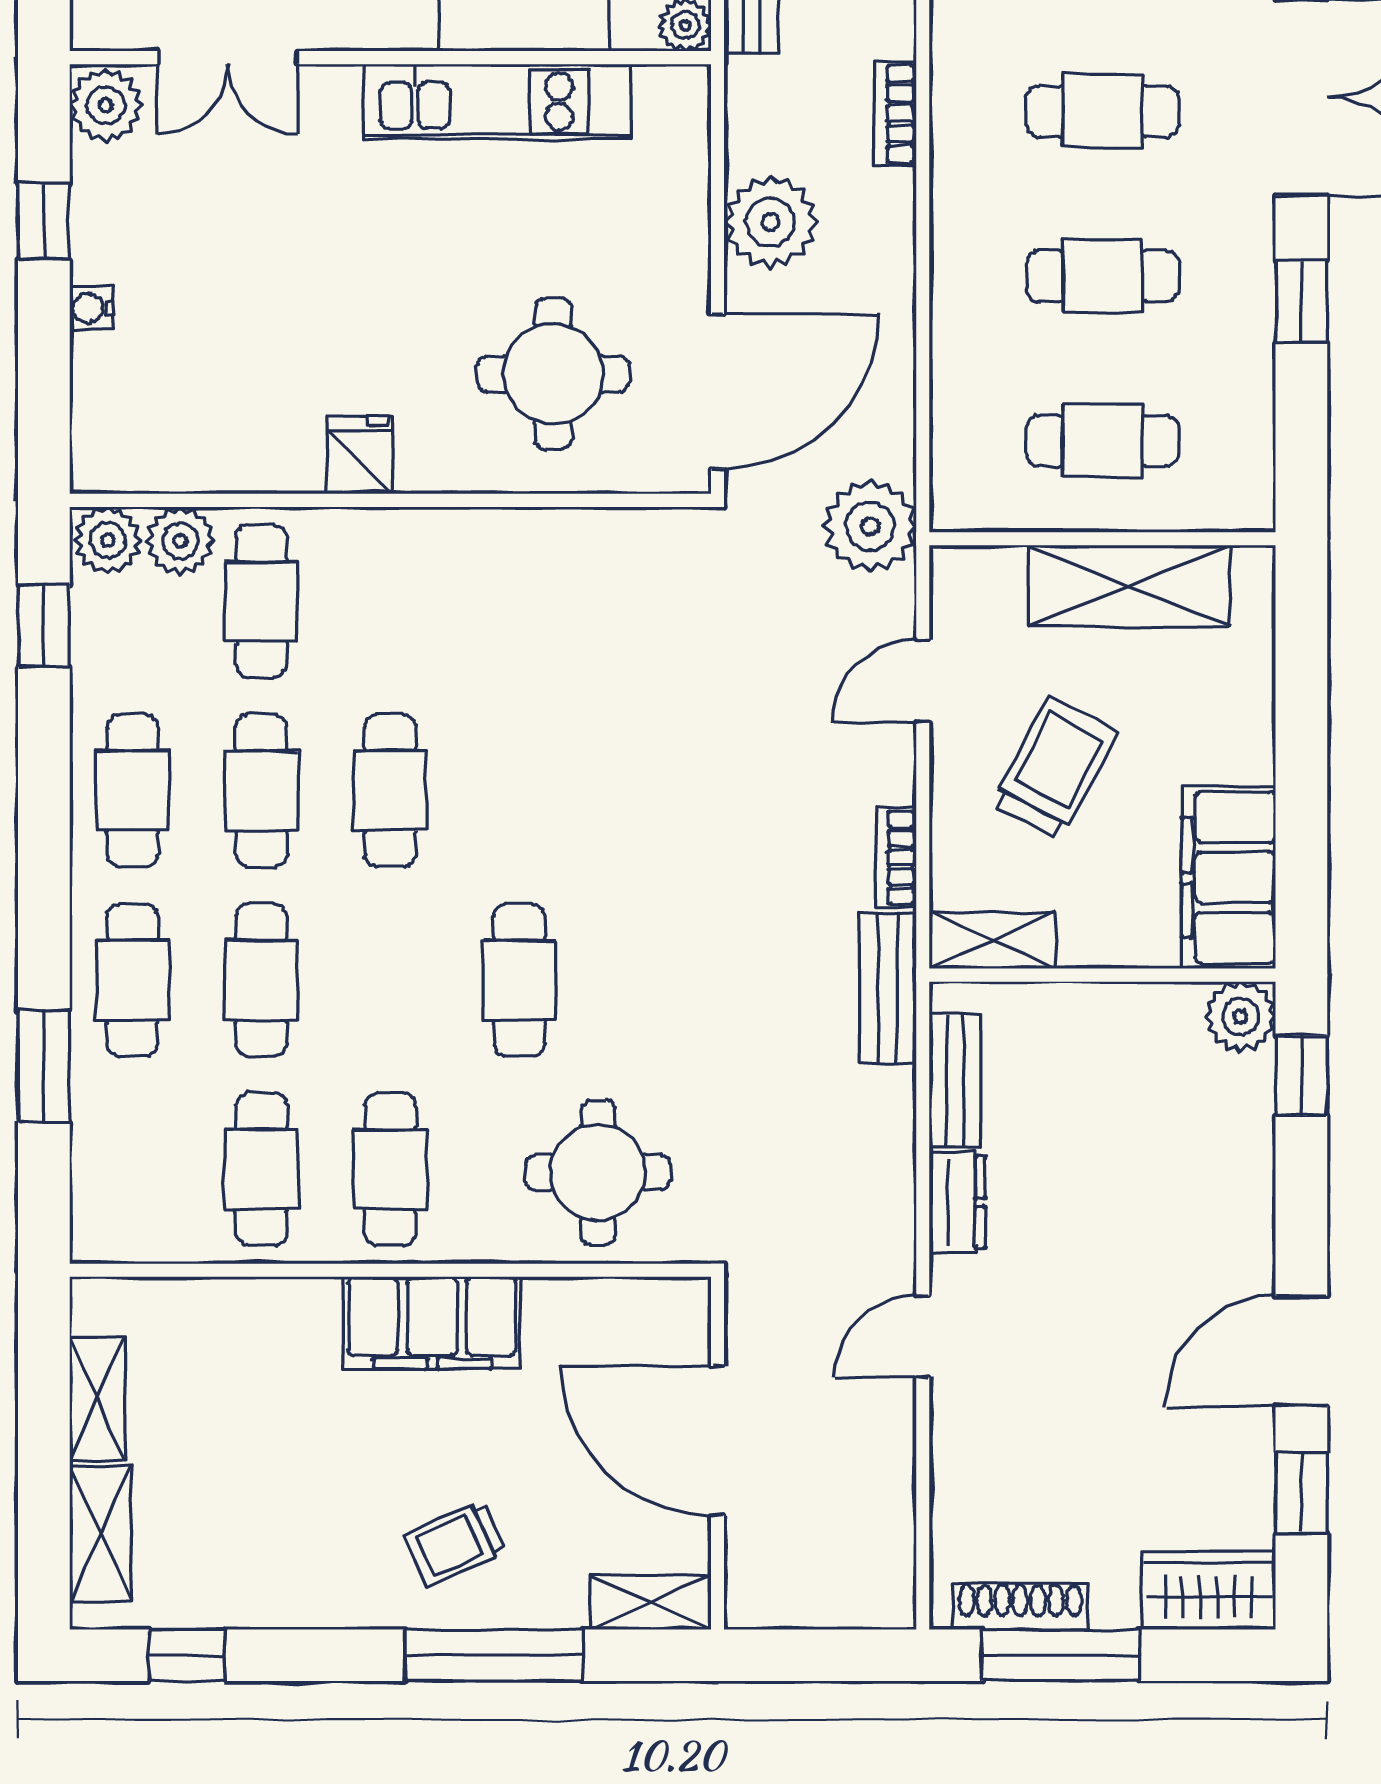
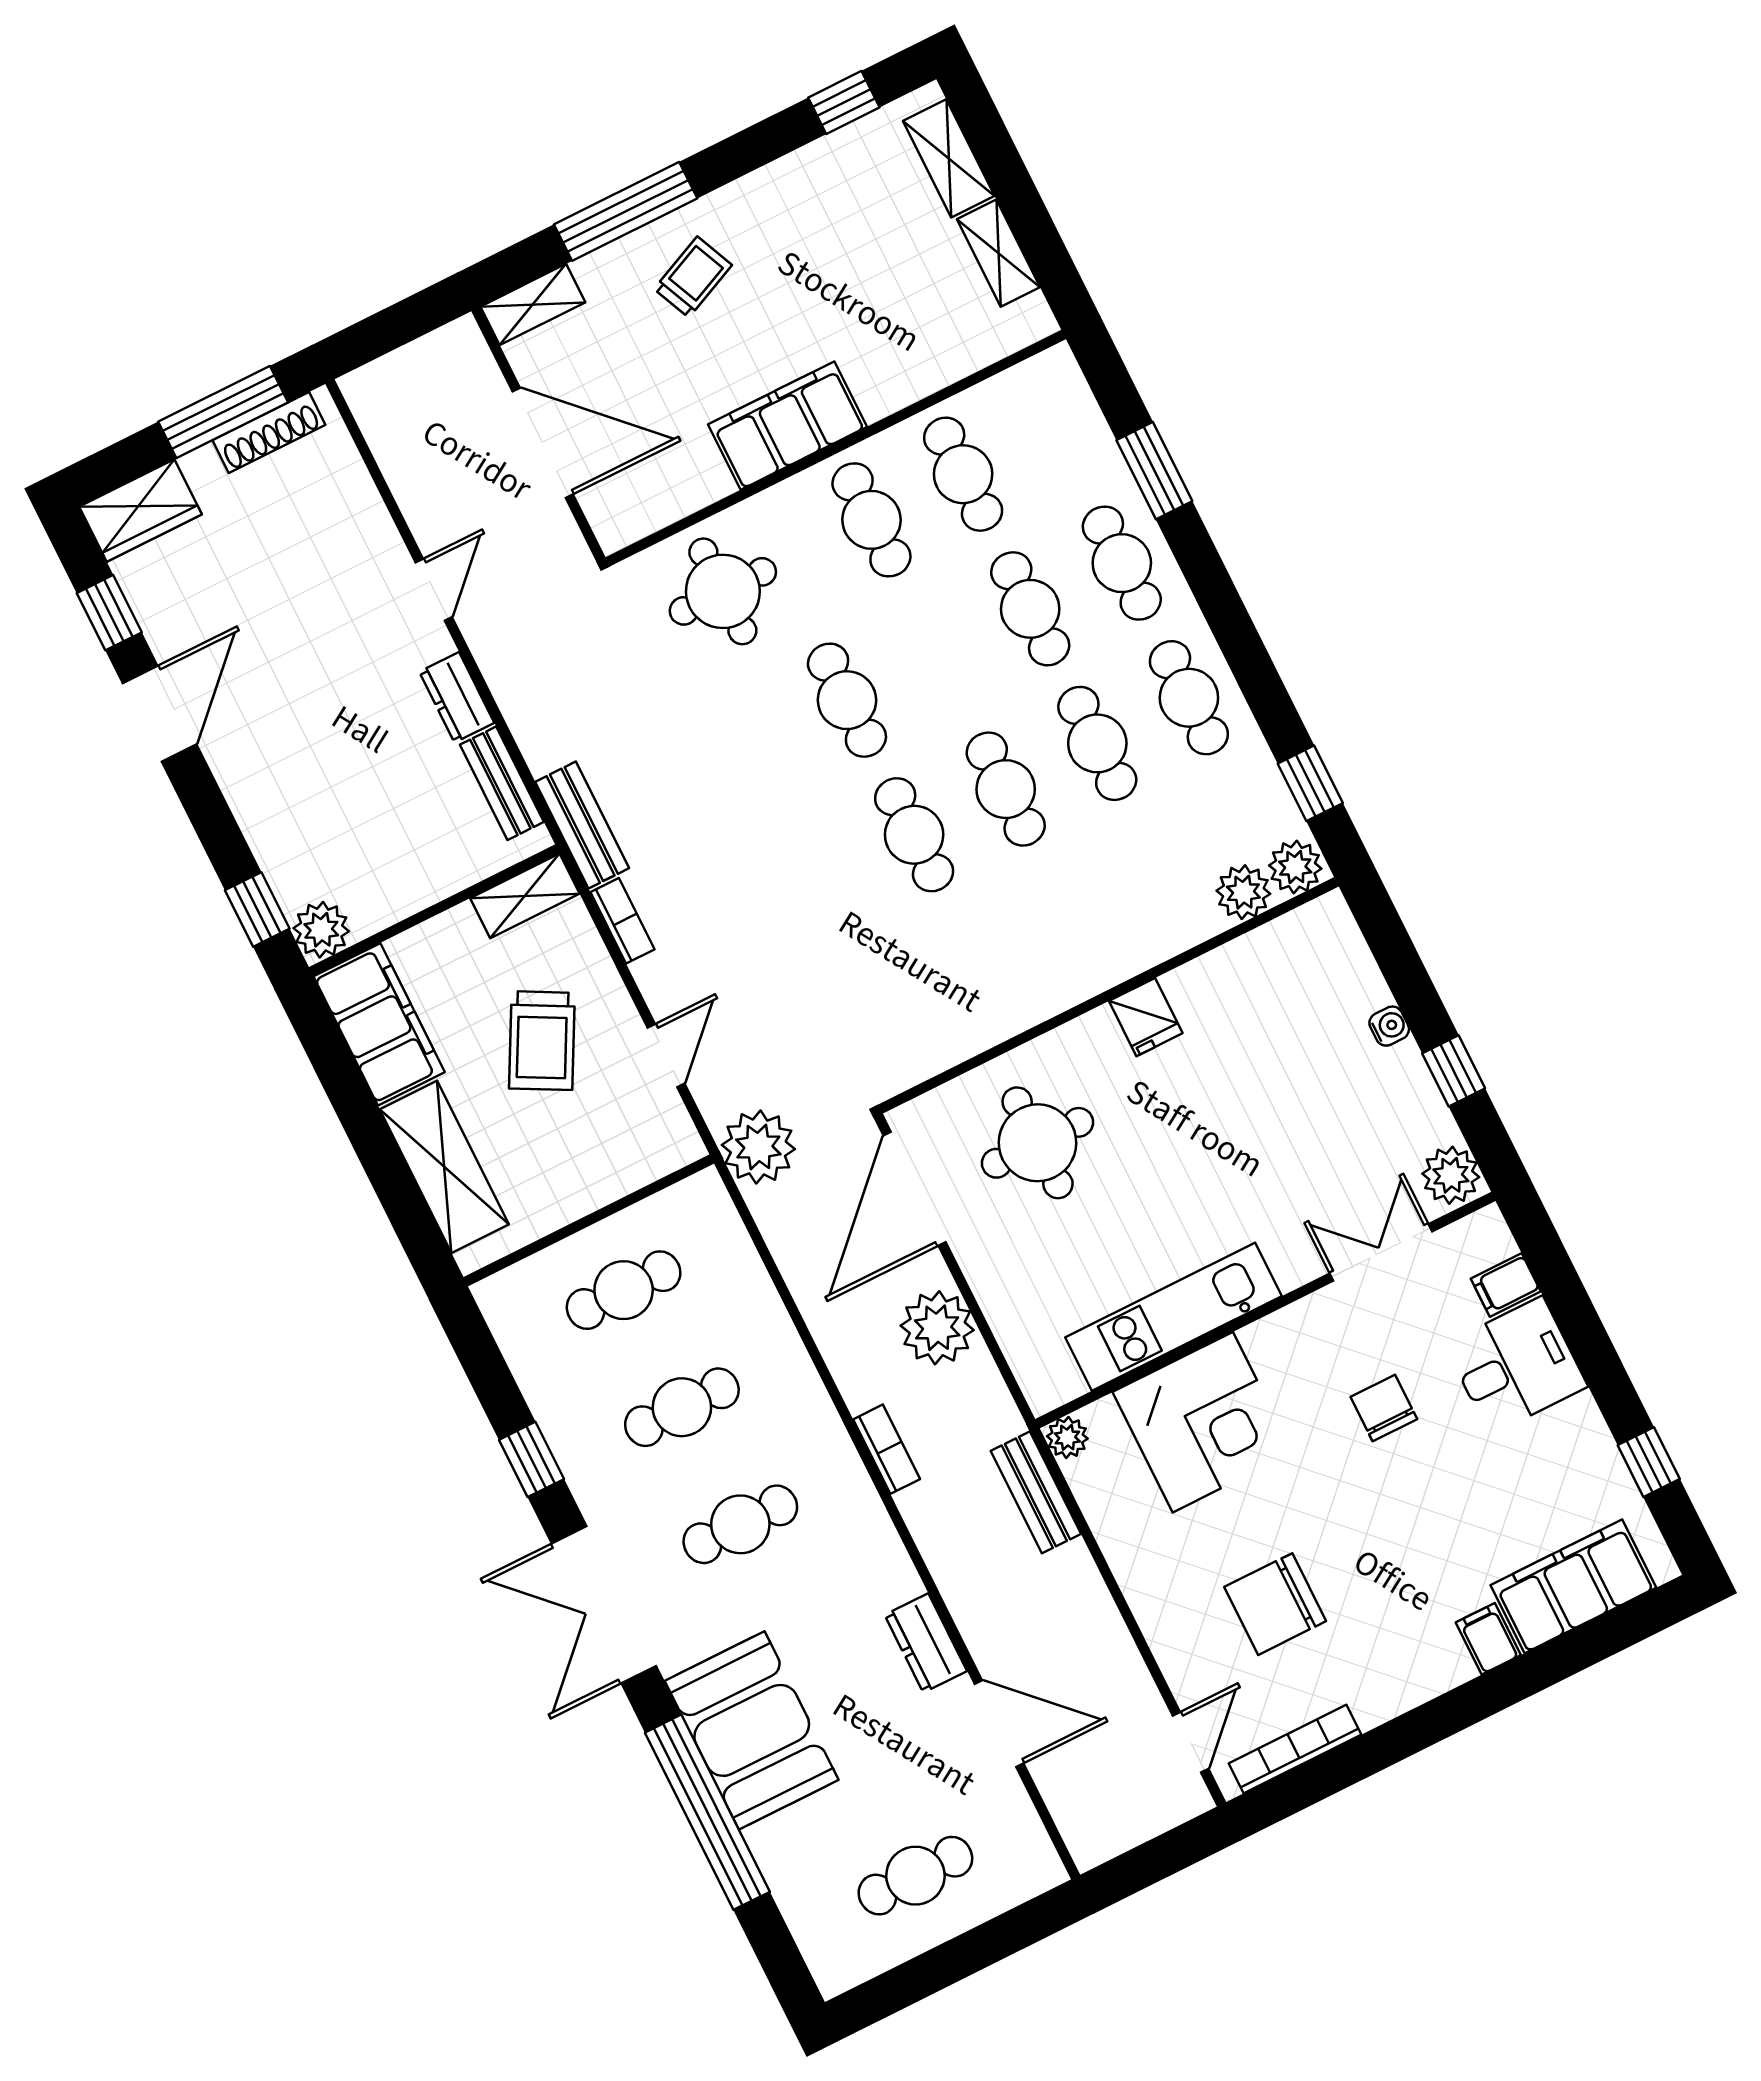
shelving: (1129, 586) -> (444, 1167), moved, turned 90
cafe table: (261, 601) -> (914, 835), moved

